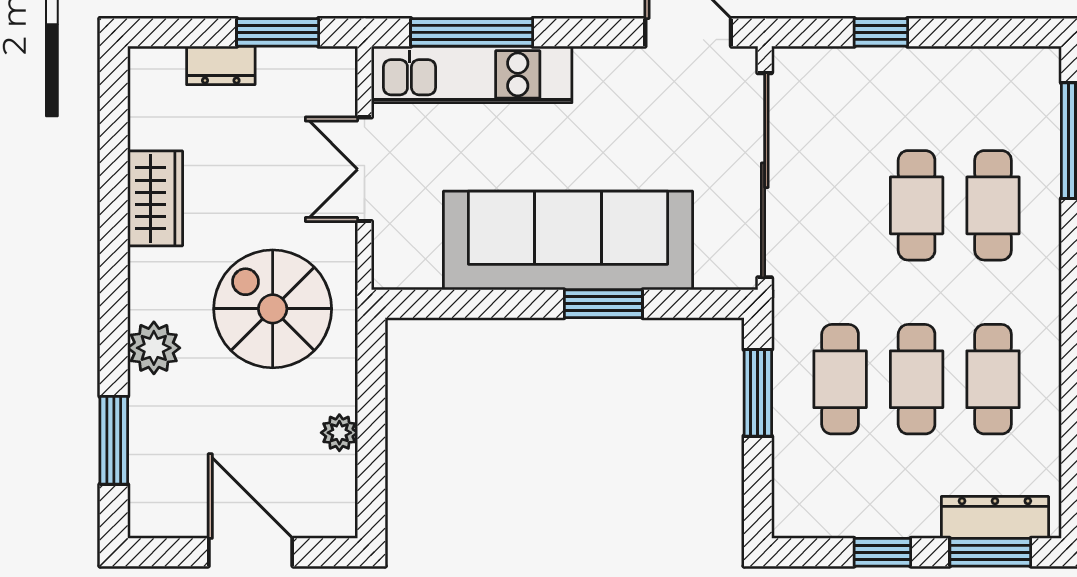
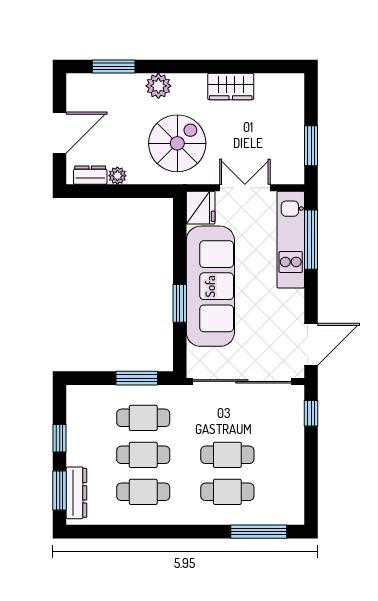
window: (881, 32) -> (311, 413), moved
dresser: (221, 65) -> (90, 175), moved, turned 90
fridge: (406, 261) -> (201, 208), added

